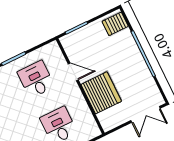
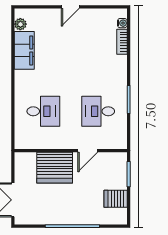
server rack: (115, 24) -> (116, 199), moved, turned -90
desk: (36, 79) -> (98, 111), turned 180

